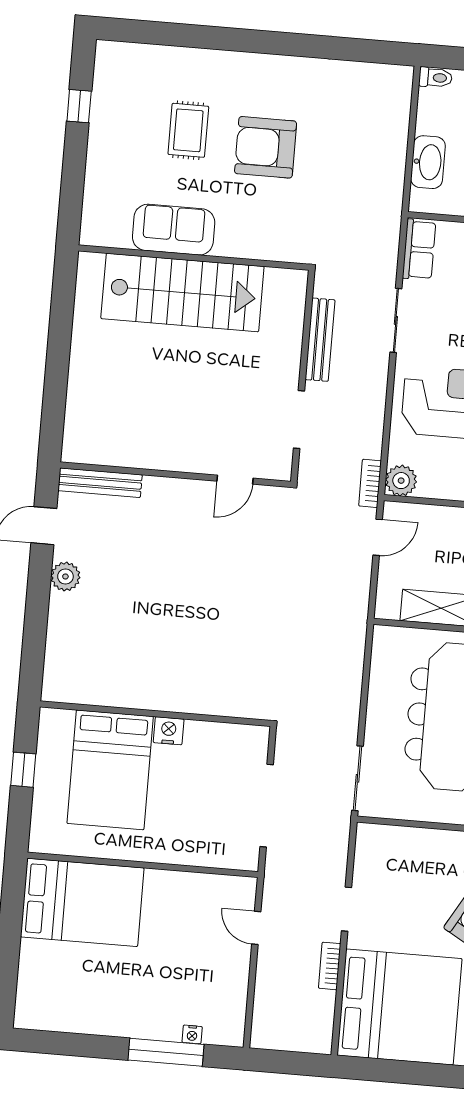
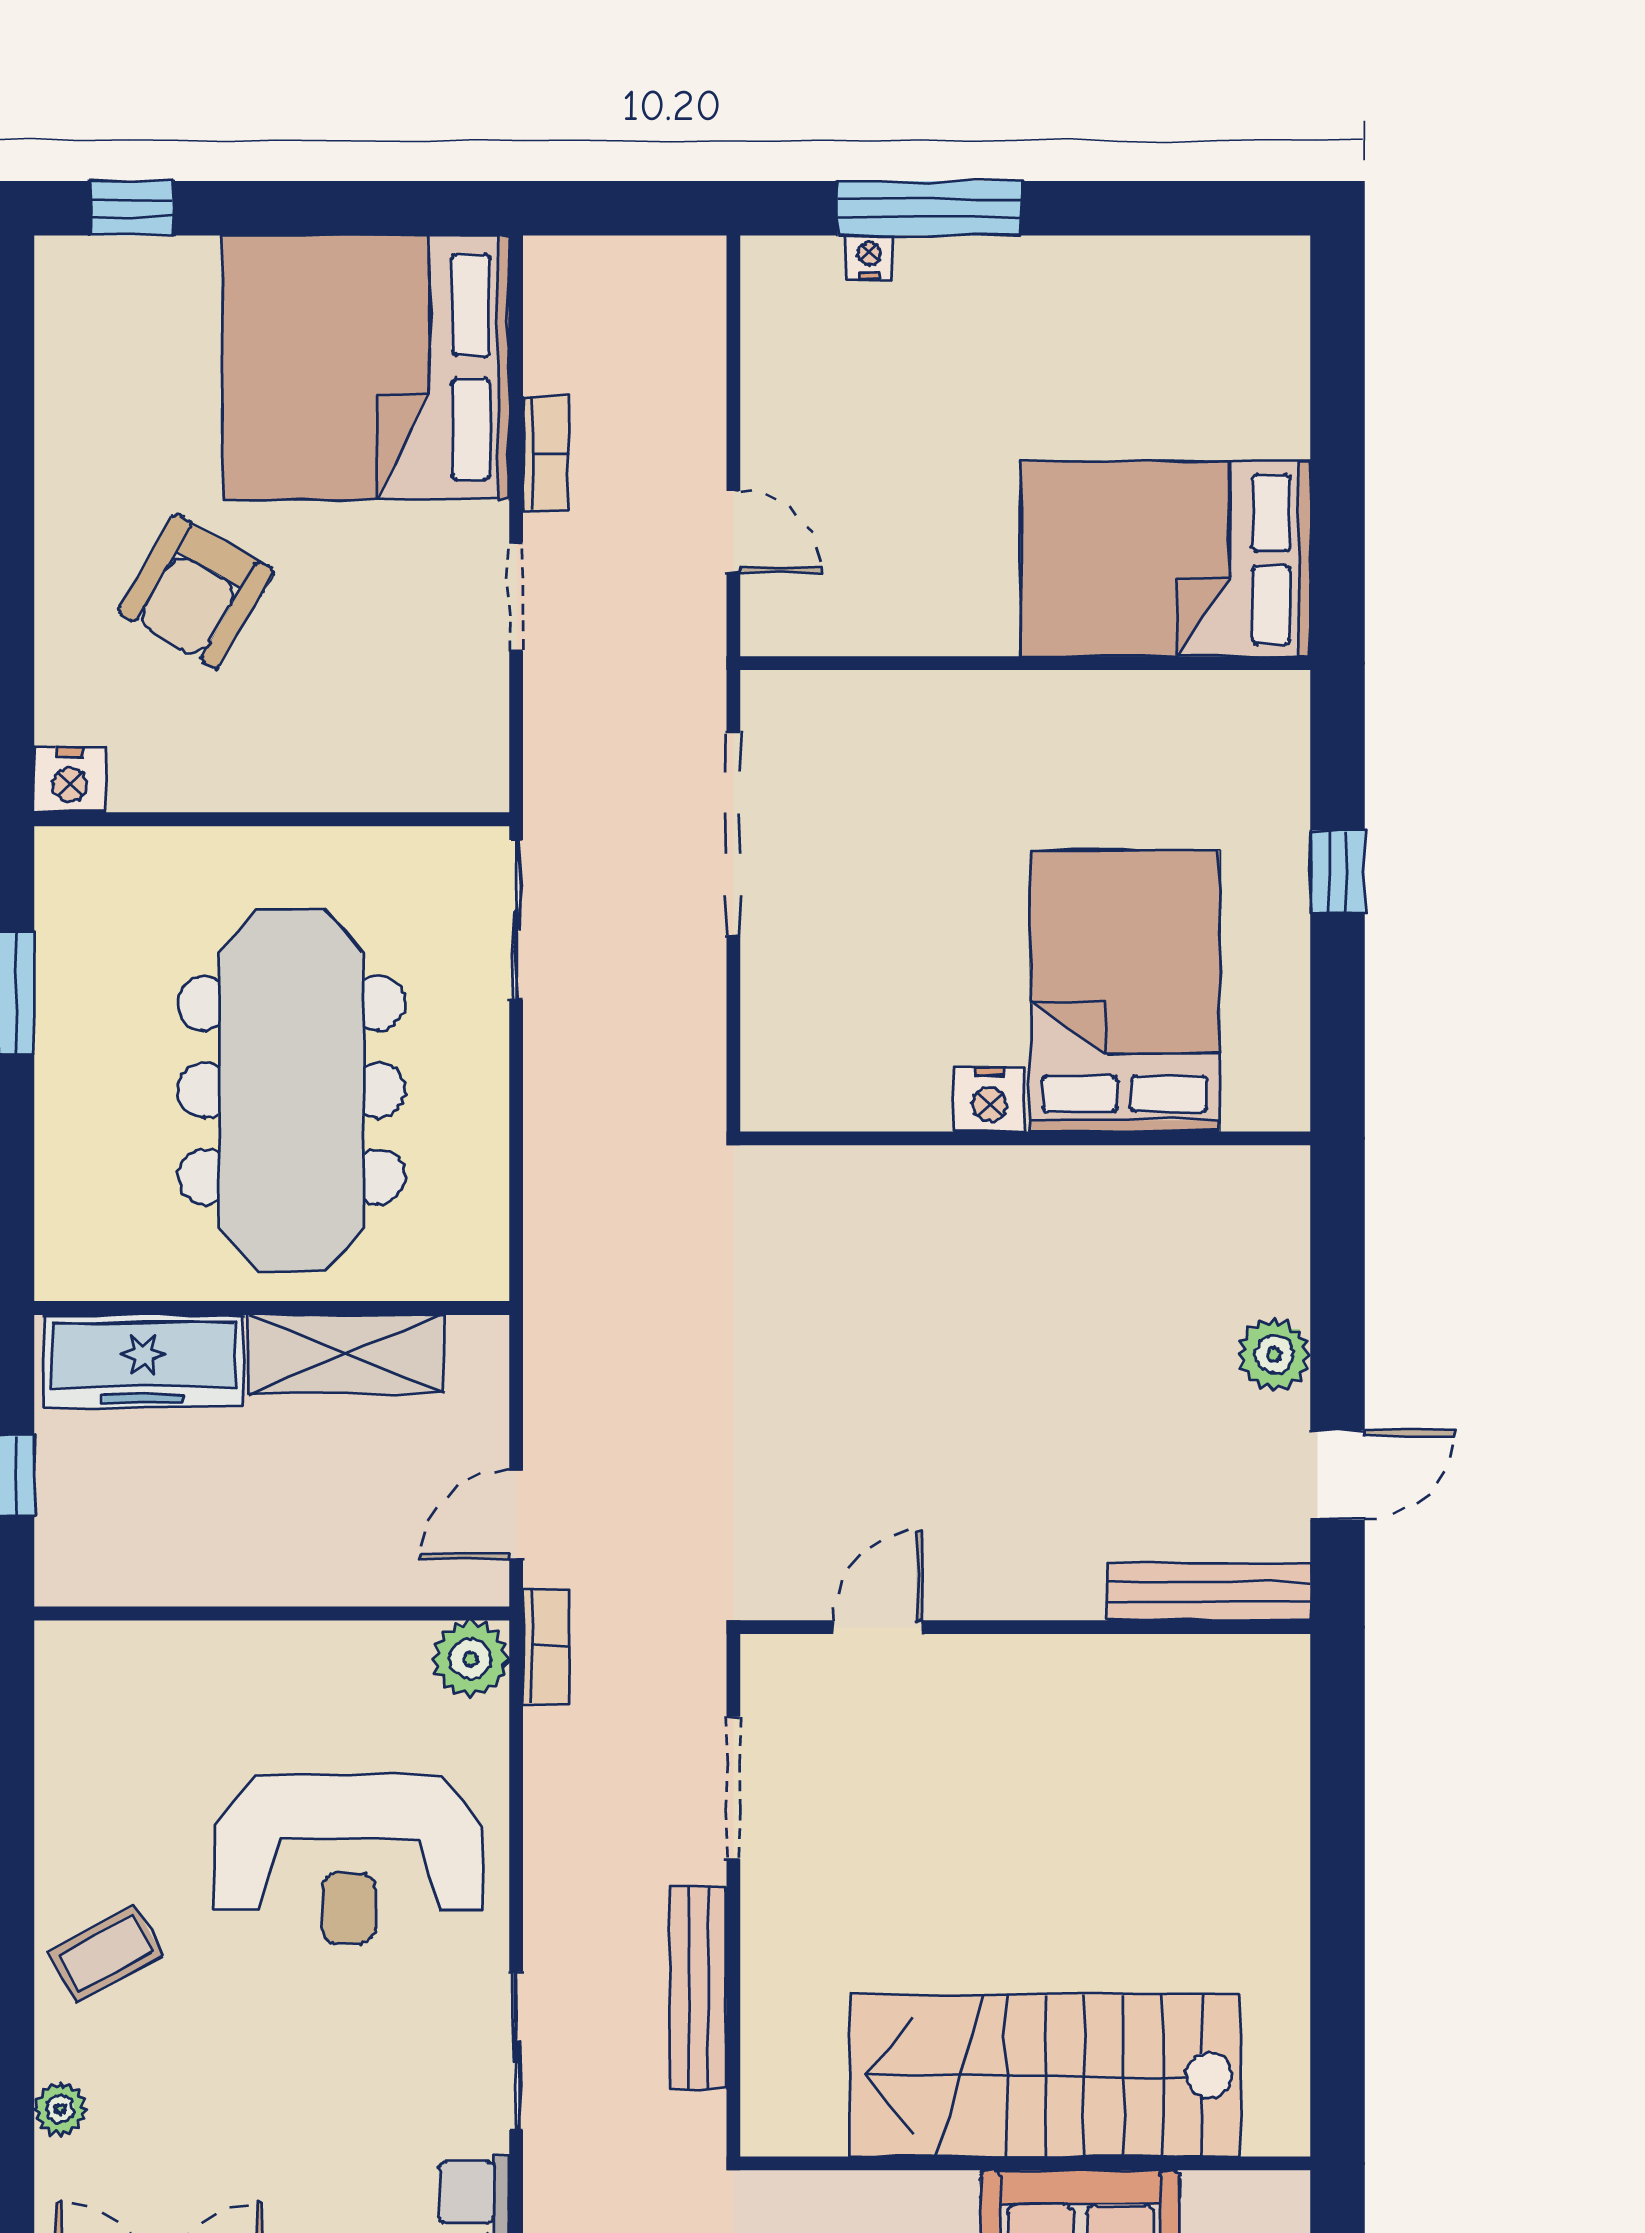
wall: (155, 714) -> (1025, 1138), moved
nightstand: (169, 731) -> (989, 1099), moved
bed: (110, 770) -> (1125, 991), moved

